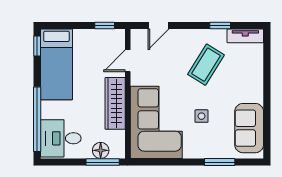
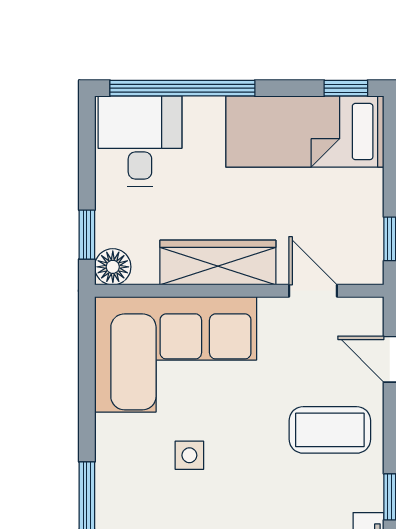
coffee table: (206, 65) -> (330, 430), moved, turned -32
floor lamp: (101, 150) -> (113, 267), moved
window: (103, 162) -> (87, 235), width x0.67

